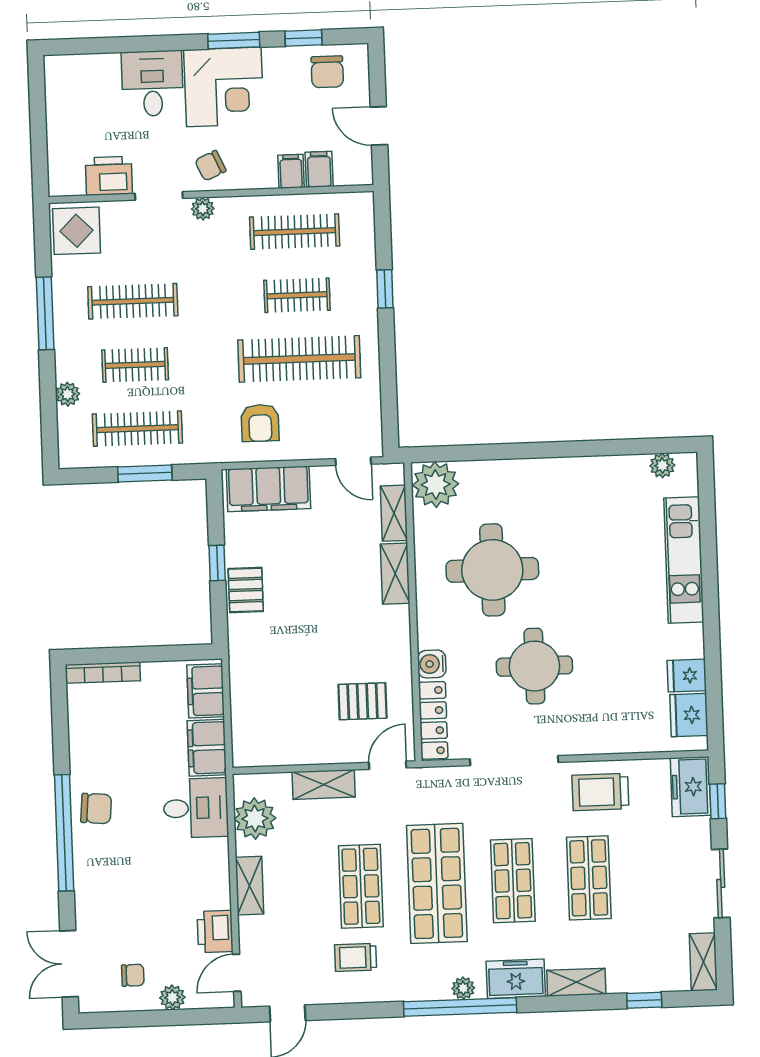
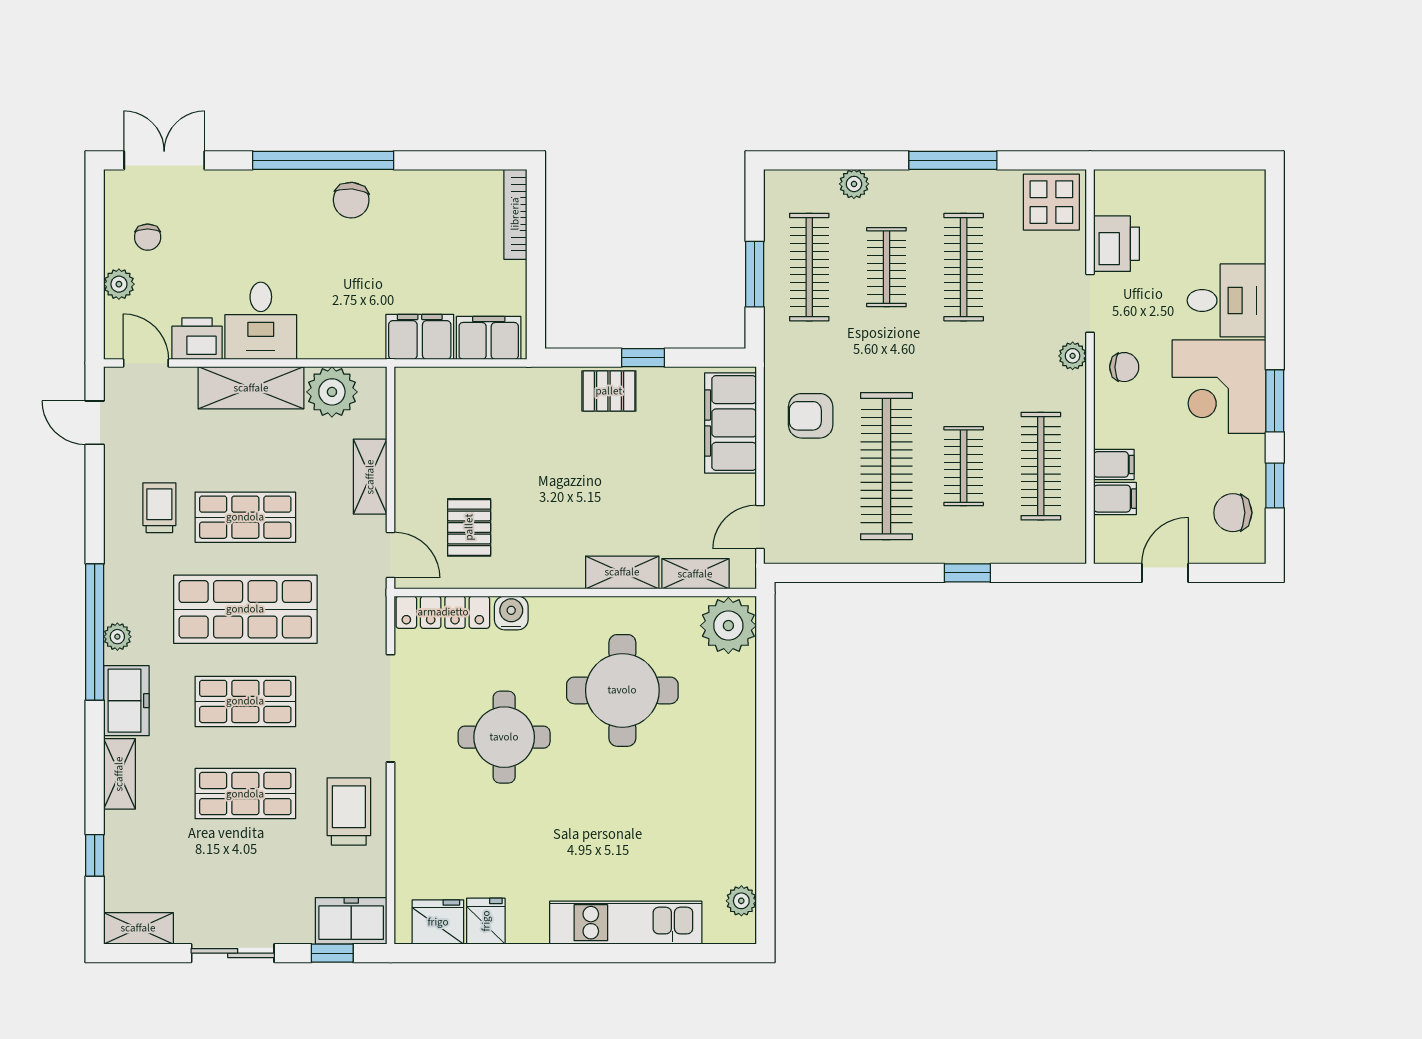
chair: (210, 166) -> (1124, 367), turned 114
desk: (196, 808) -> (261, 321), moved
shelving: (250, 886) -> (251, 388), width x1.50, depth x1.33

